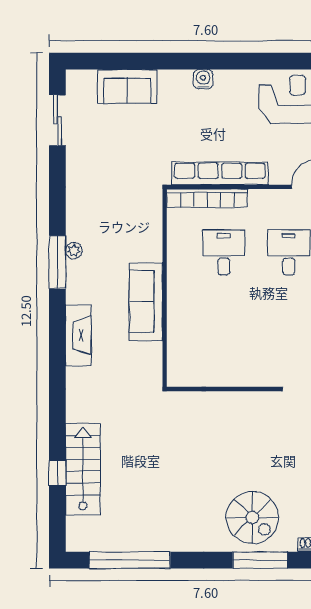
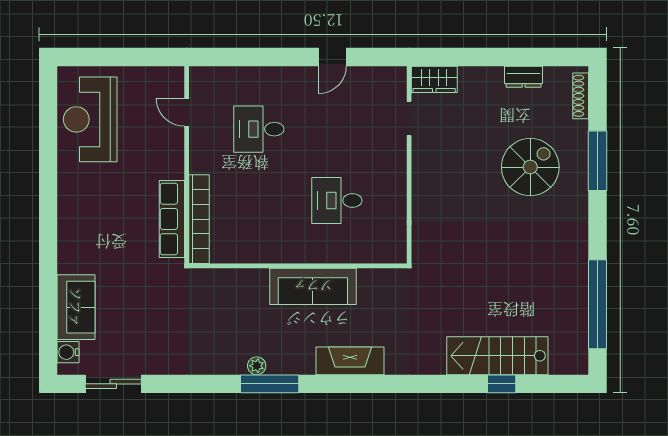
water cooler: (203, 79) -> (68, 352), moved
row of seats: (220, 174) -> (172, 219), width x0.73
desk: (224, 252) -> (337, 201), moved
spiral stairs: (252, 517) -> (530, 167), moved

